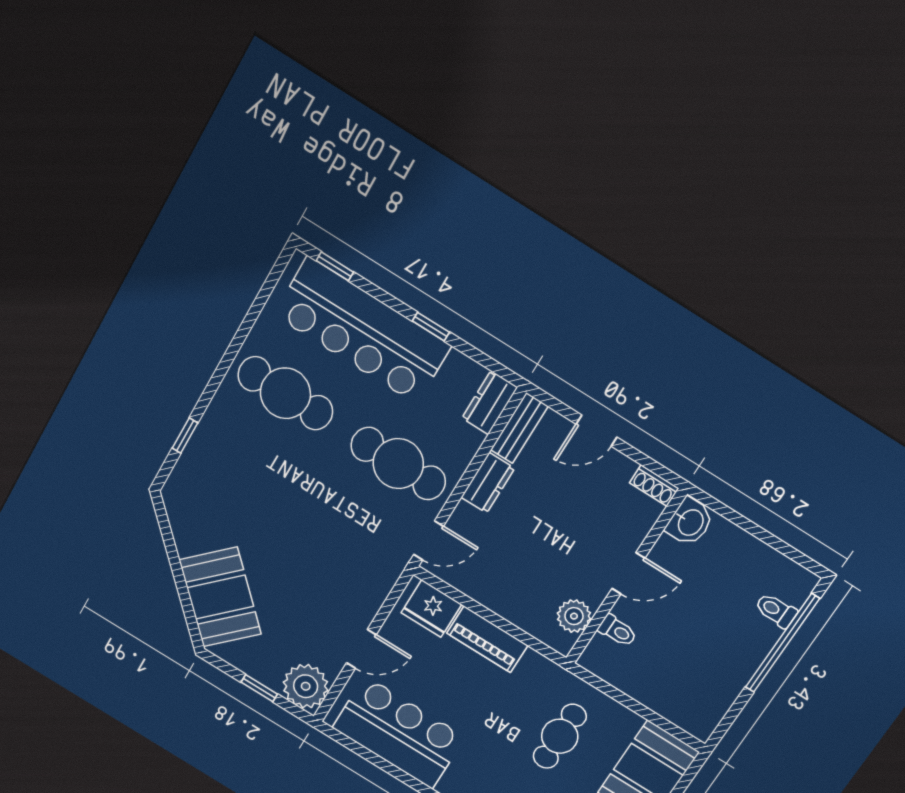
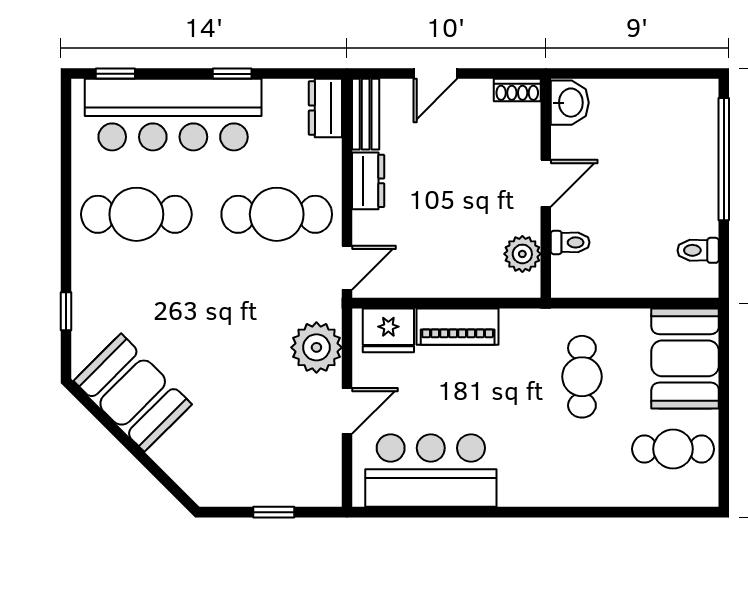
booth: (220, 597) -> (133, 393), moved
toilet: (776, 610) -> (698, 250), moved
plant: (306, 686) -> (316, 347), moved

